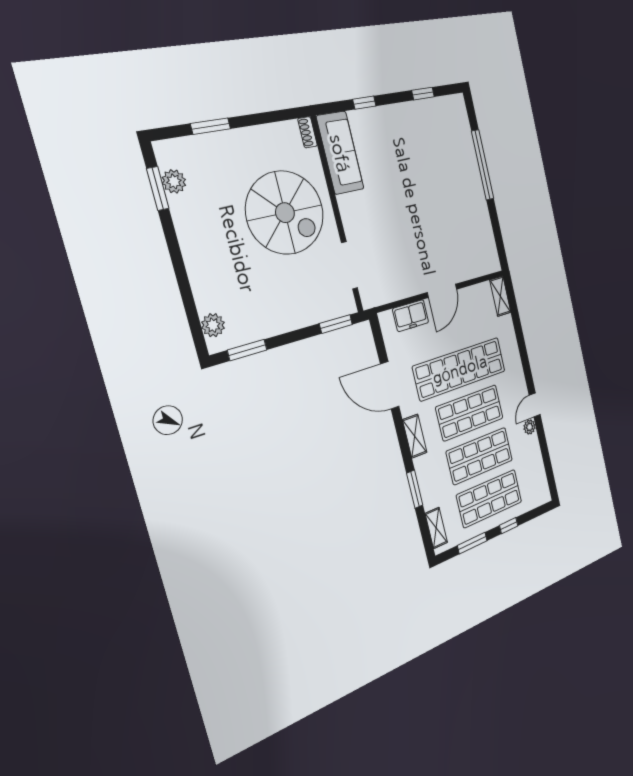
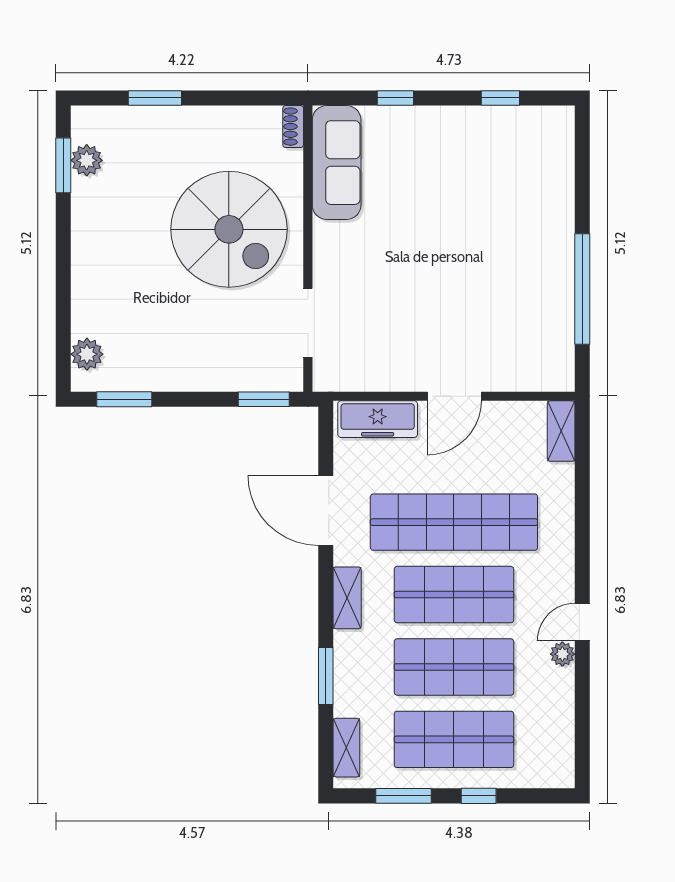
window: (483, 165) -> (582, 289), moved
freezer: (411, 316) -> (378, 419), width x1.40

